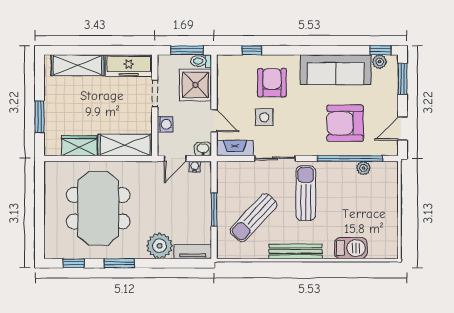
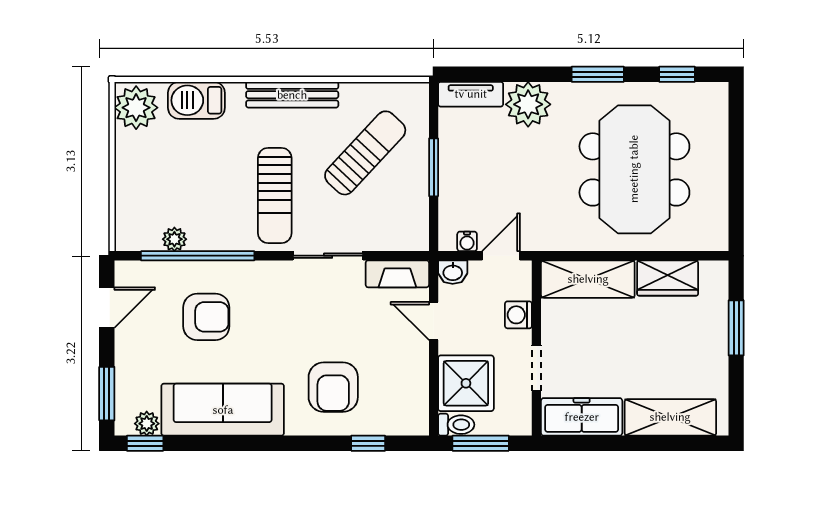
side table: (264, 117) -> (347, 327), removed
armchair: (345, 123) -> (206, 317), width x0.73, depth x0.73
plant: (386, 244) -> (136, 108), added

